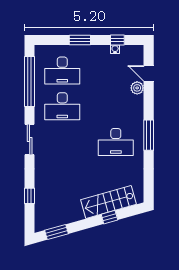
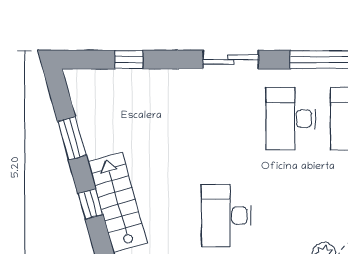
window: (57, 232) -> (72, 138), moved

